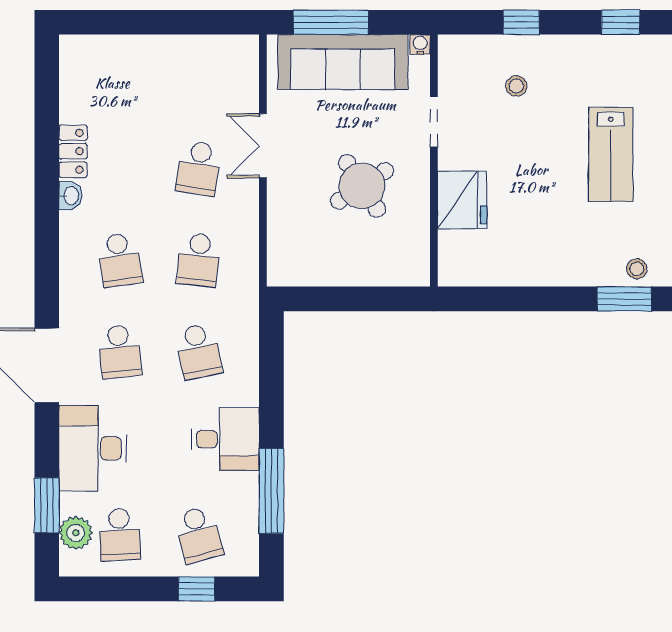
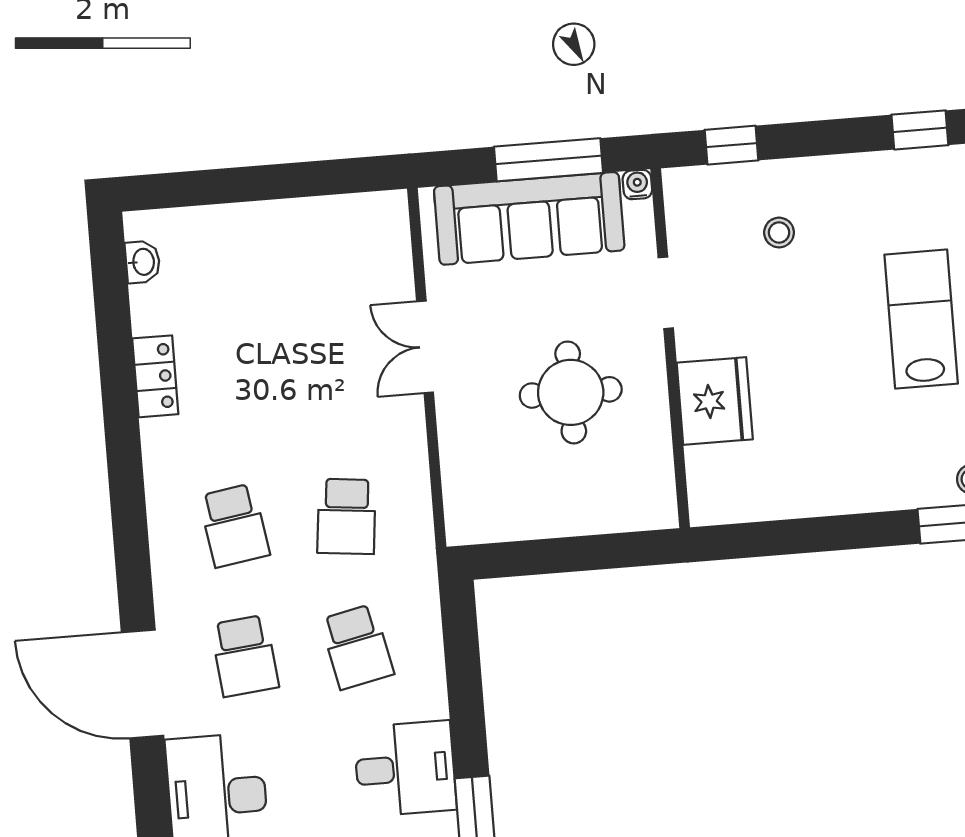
window: (331, 22) -> (549, 160), moved
window: (521, 22) -> (731, 145), moved
lab bench: (611, 154) -> (921, 319), turned 180
school desk: (199, 168) -> (336, 386), removed
round table: (362, 186) -> (571, 392), turned 33
washbasin: (71, 196) -> (143, 262), moved

